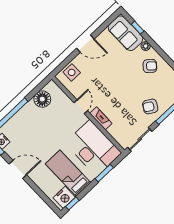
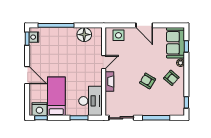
armchair: (150, 106) -> (148, 81), moved
desk: (93, 148) -> (91, 101), width x0.73, depth x0.77
door: (18, 169) -> (27, 75), moved

